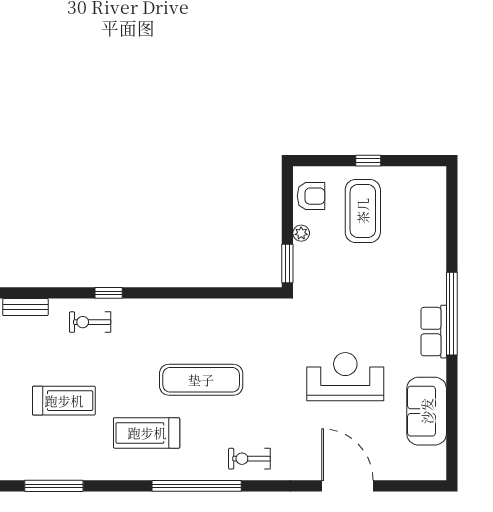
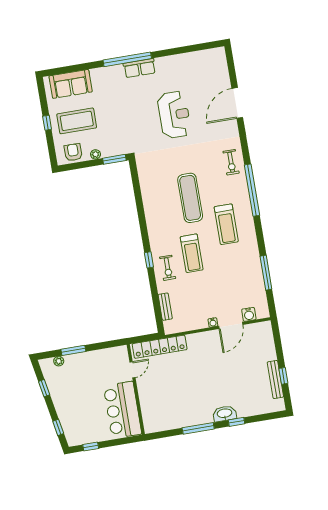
reception desk: (345, 377) -> (174, 115), turned 180
treadmill: (64, 401) -> (192, 253), moved, turned 180
sofa: (427, 411) -> (71, 84), moved

